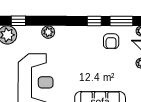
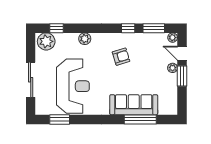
armchair: (111, 41) -> (121, 57), moved, turned -107

